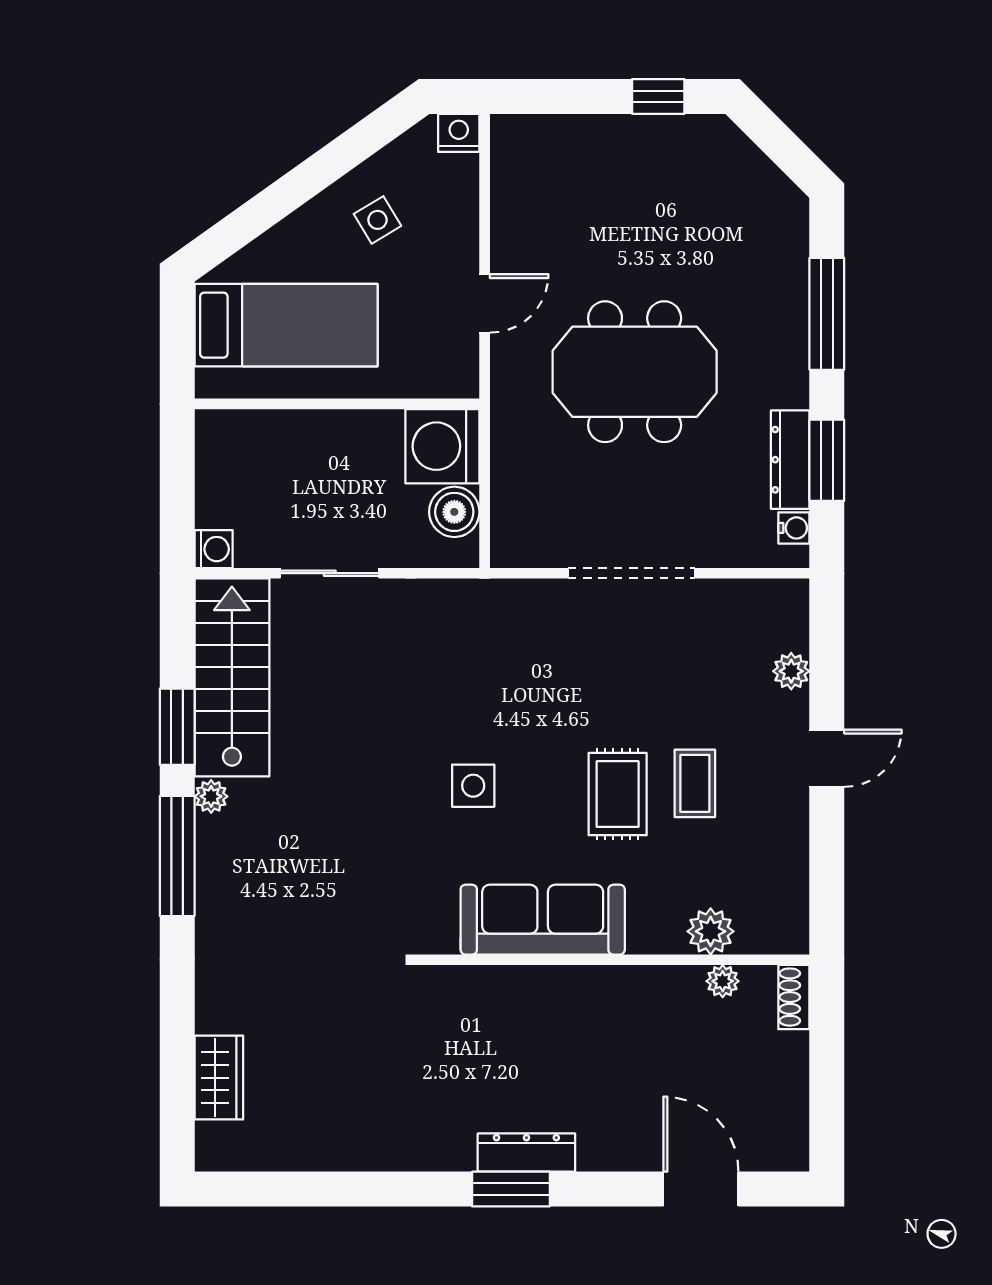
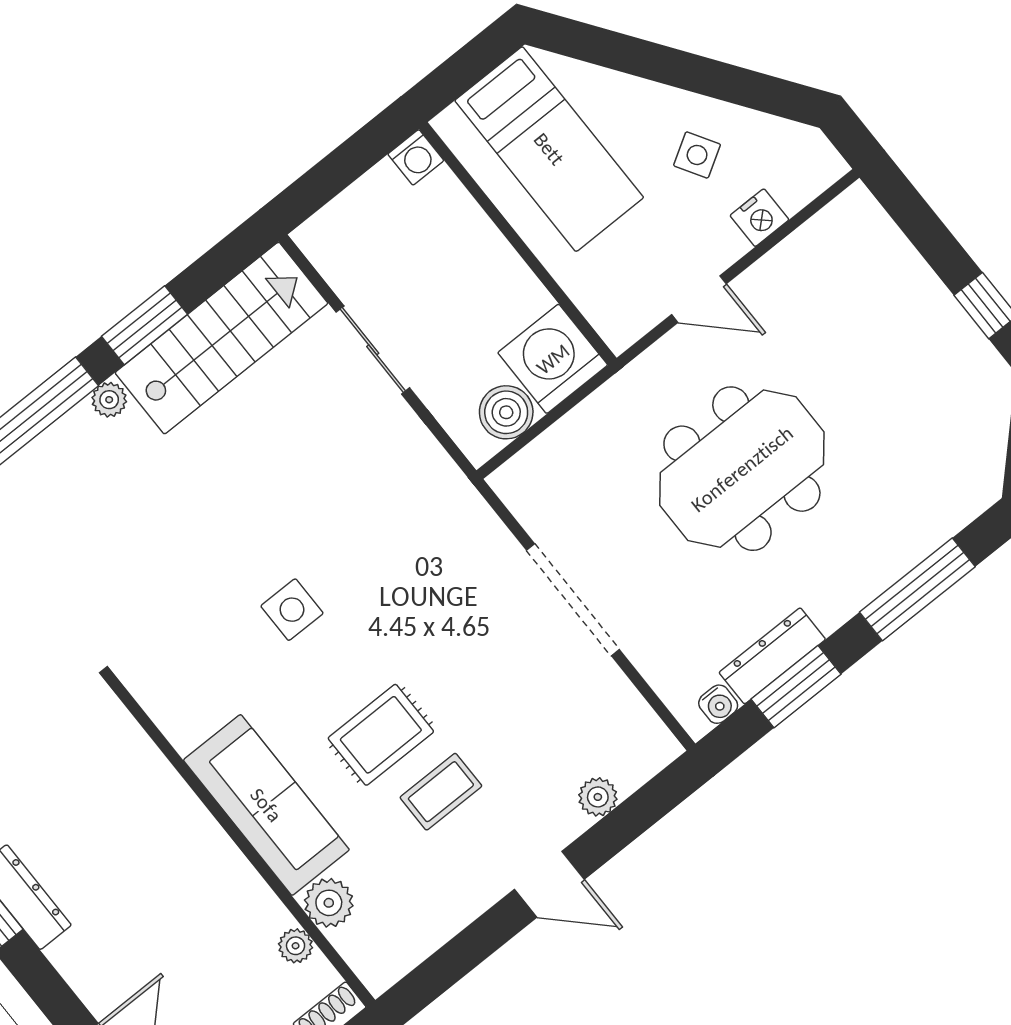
nightstand: (459, 133) -> (759, 218), moved, turned 90
meeting table: (635, 372) -> (742, 469), turned 90
washing machine: (214, 549) -> (416, 157), moved
sofa: (543, 920) -> (266, 805), moved

